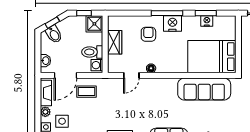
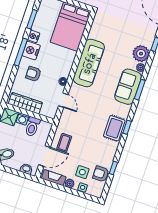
nightstand: (207, 21) -> (34, 36), moved
wardrobe: (115, 42) -> (25, 103), width x1.50
washing machine: (97, 65) -> (23, 119), moved
door: (65, 75) -> (44, 156), hinge flipped
sofa: (204, 89) -> (89, 63), moved

